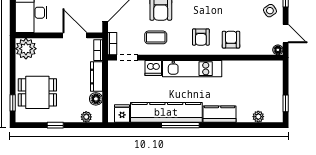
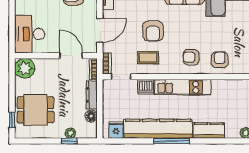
armchair: (201, 37) -> (191, 57), turned 90
plant: (86, 117) -> (70, 133), moved
window: (55, 125) -> (69, 141), moved

